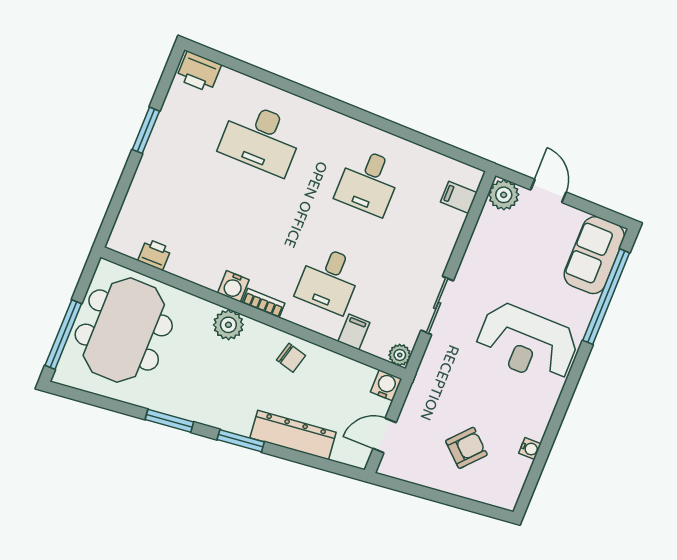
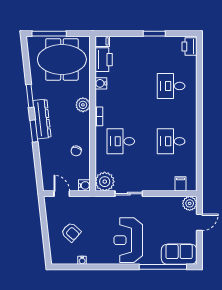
desk: (261, 139) -> (171, 86), width x0.73
printer: (155, 255) -> (104, 60), width x1.87, depth x1.48
water cooler: (233, 286) -> (101, 83), moved
filing cabinet: (354, 332) -> (102, 41), moved
plant: (400, 355) -> (105, 182), width x1.87, depth x1.87
chair: (291, 358) -> (76, 151), moved
dresser: (293, 435) -> (42, 119), moved

